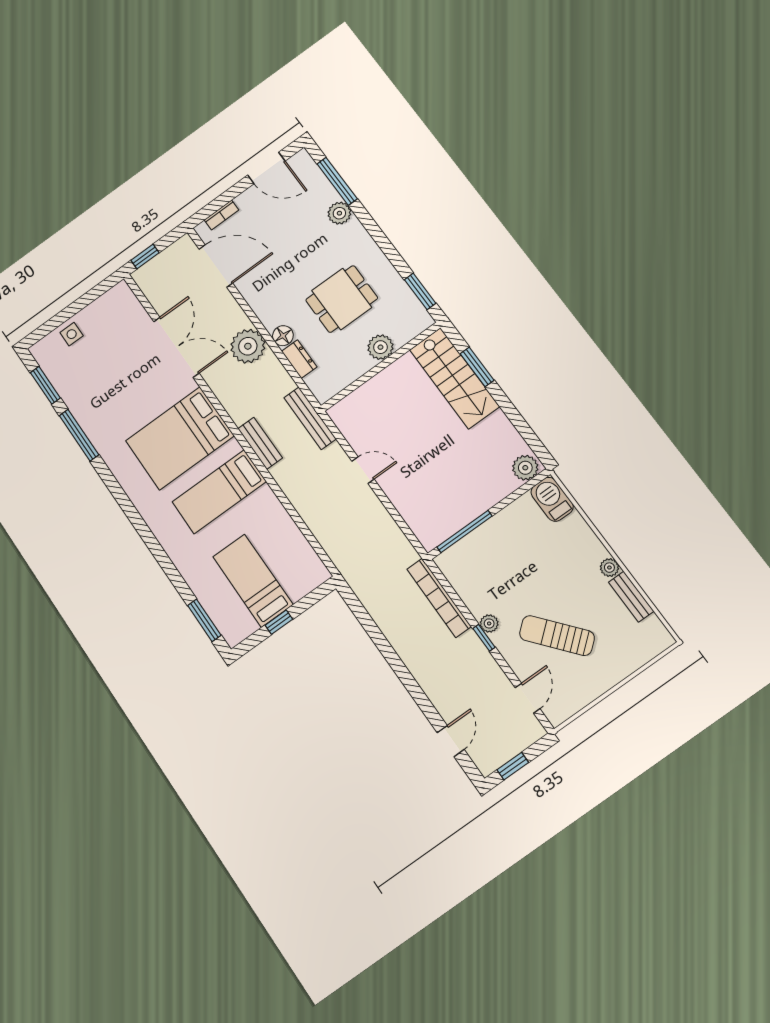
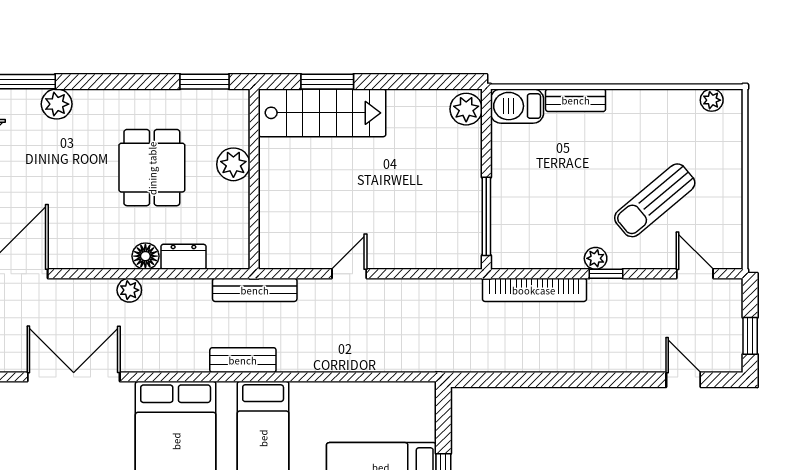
plant: (248, 346) -> (129, 290), width x0.53, depth x0.53
plant: (609, 568) -> (712, 100), moved
bench: (631, 597) -> (576, 100), moved

